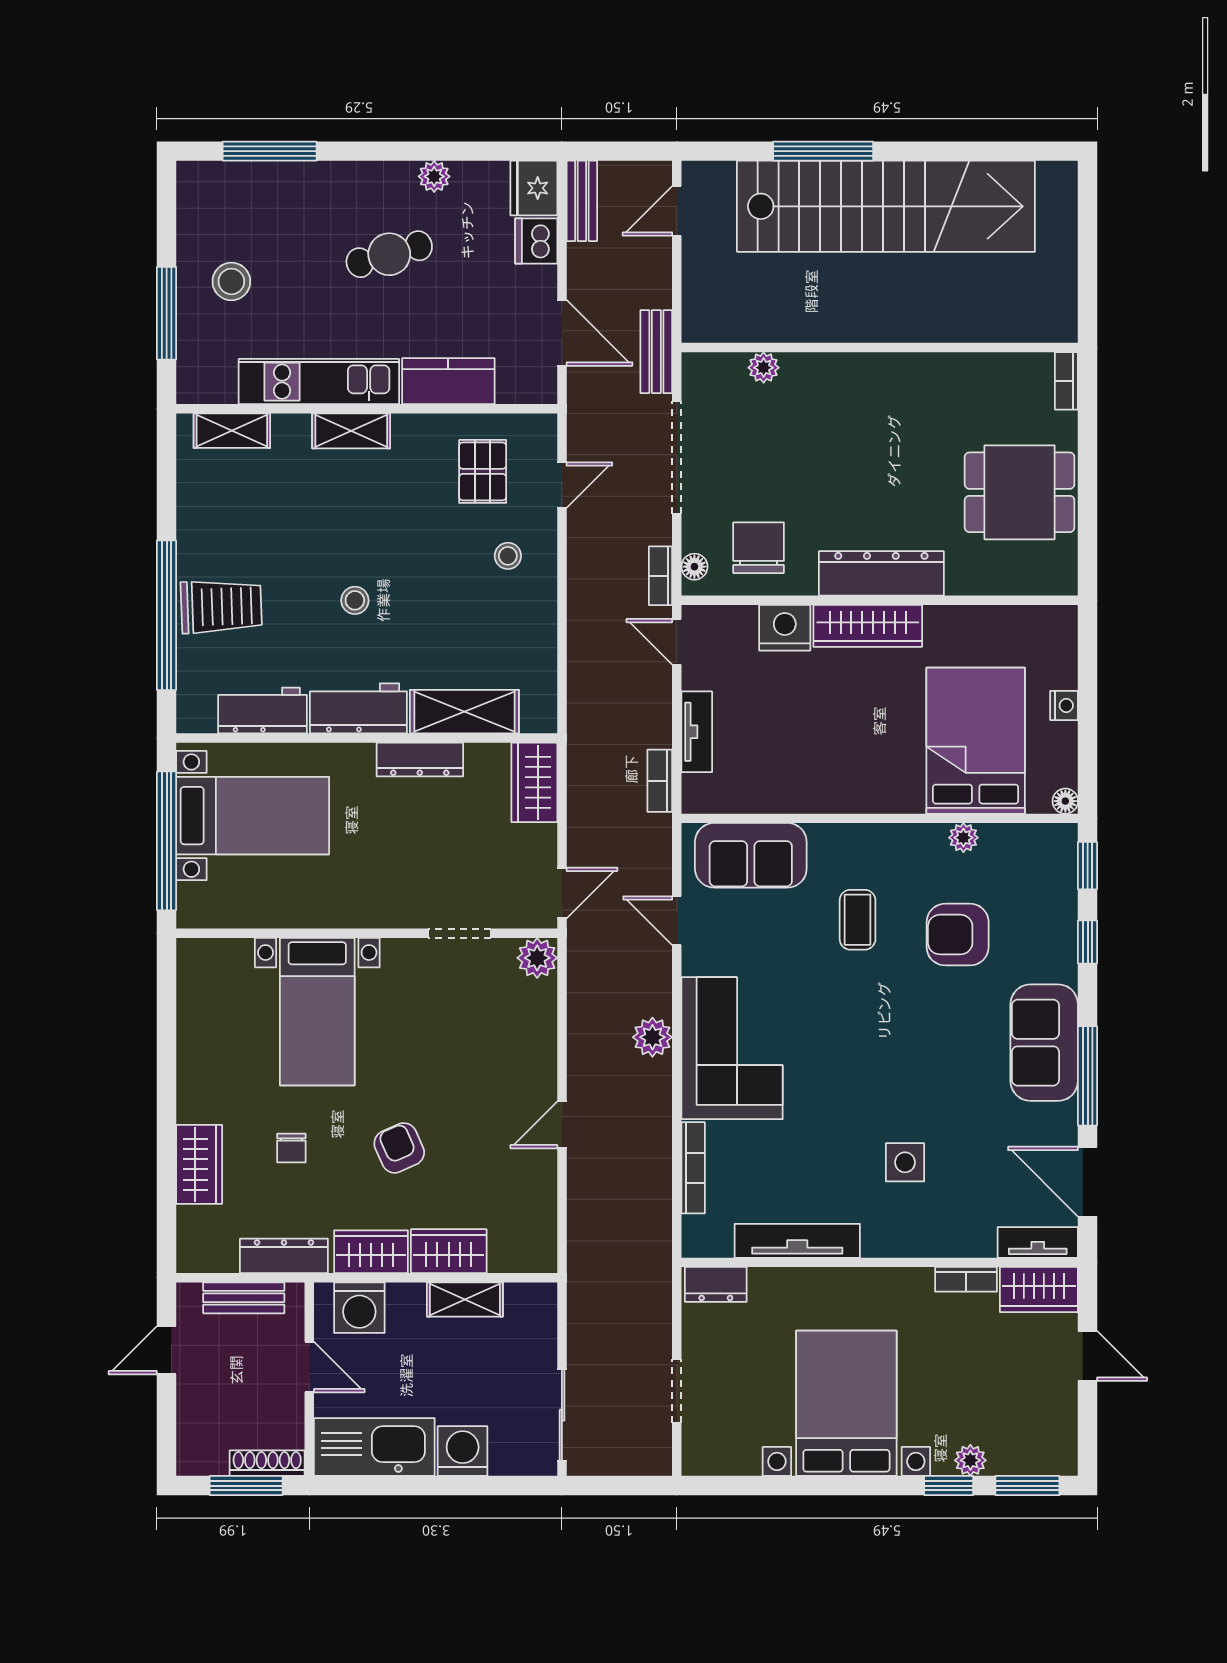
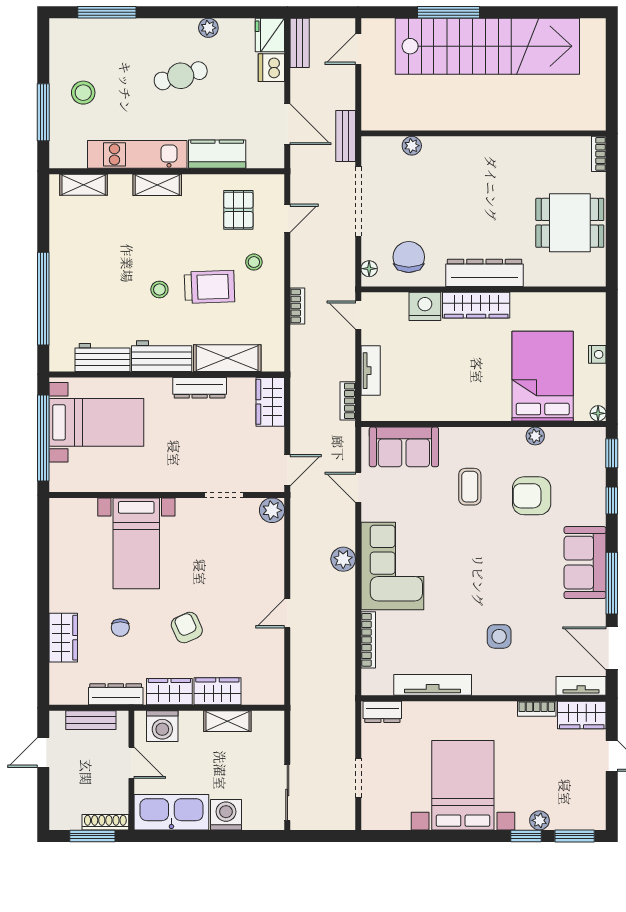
bookcase: (660, 576) -> (297, 306), moved, turned 180
trolley: (221, 607) -> (209, 287), moved

